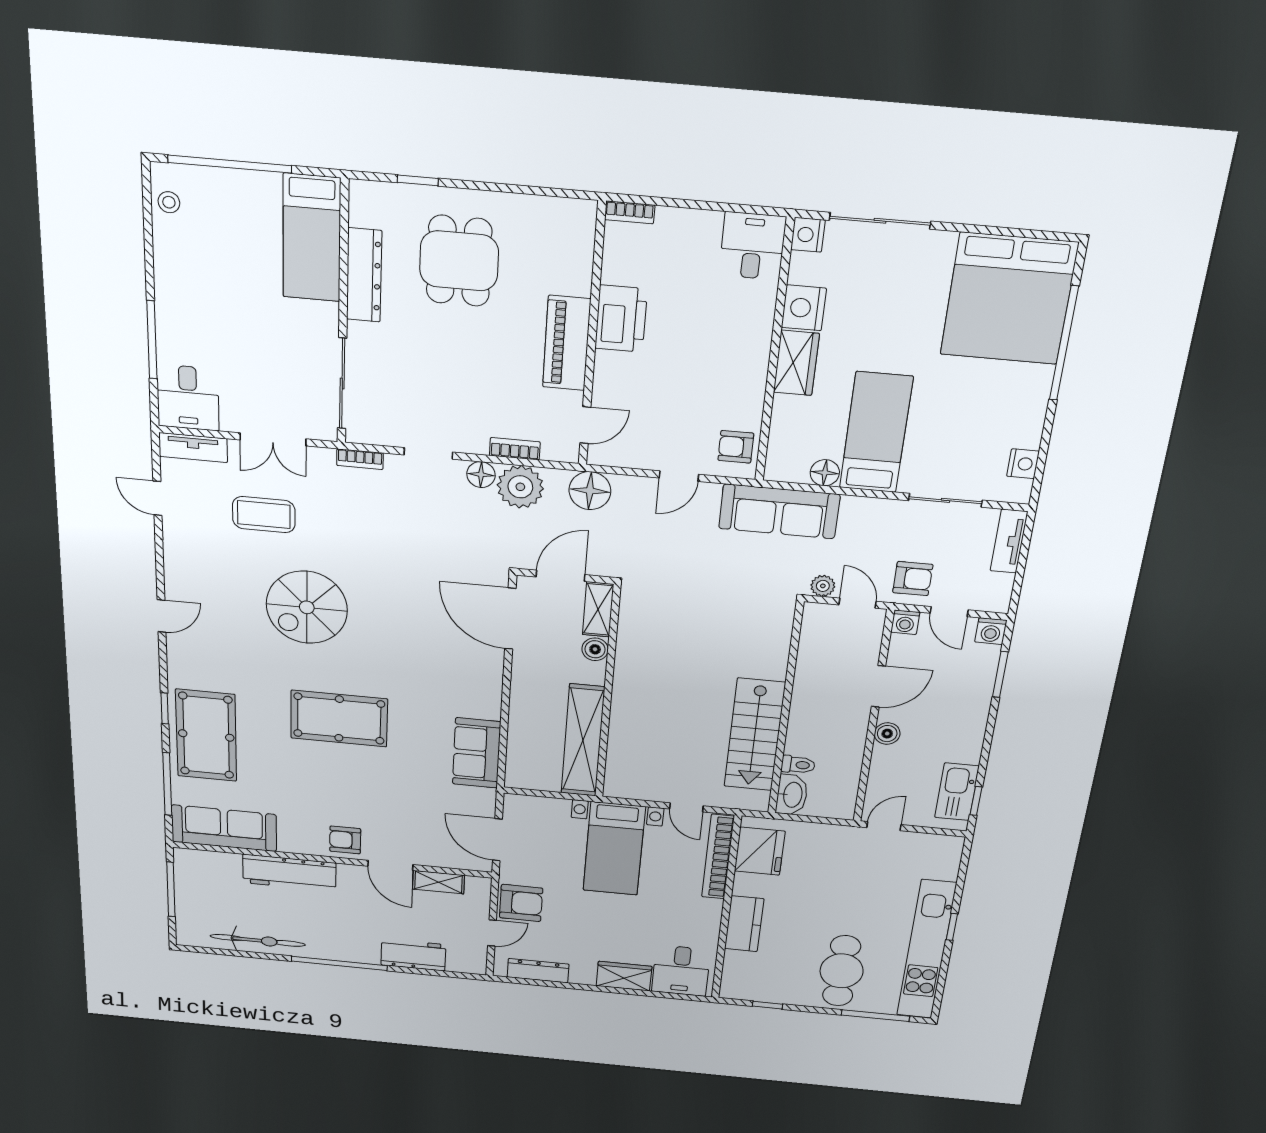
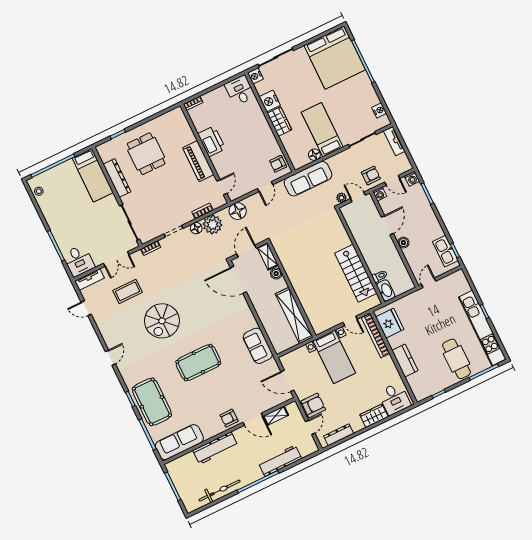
workbench: (413, 955) -> (280, 461), width x1.38

